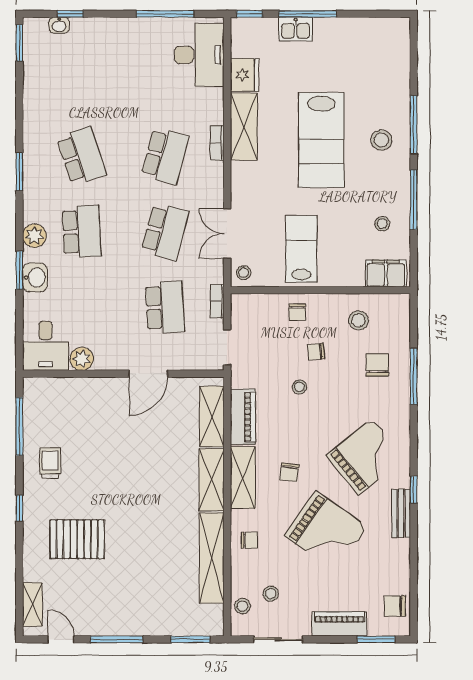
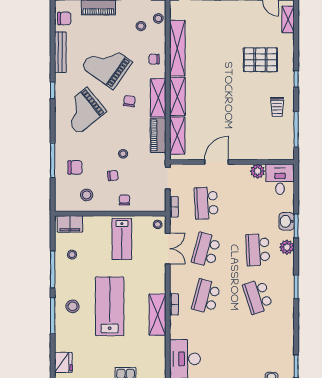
fridge: (245, 75) -> (63, 362), moved, turned 180
chair: (377, 365) -> (75, 167), turned -90
bench: (401, 513) -> (60, 52), moved, width x1.36

